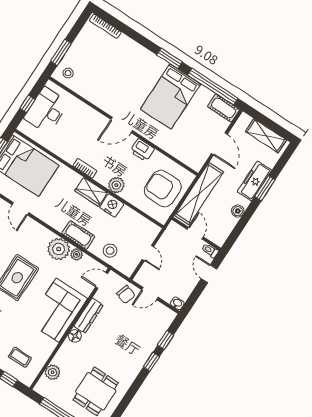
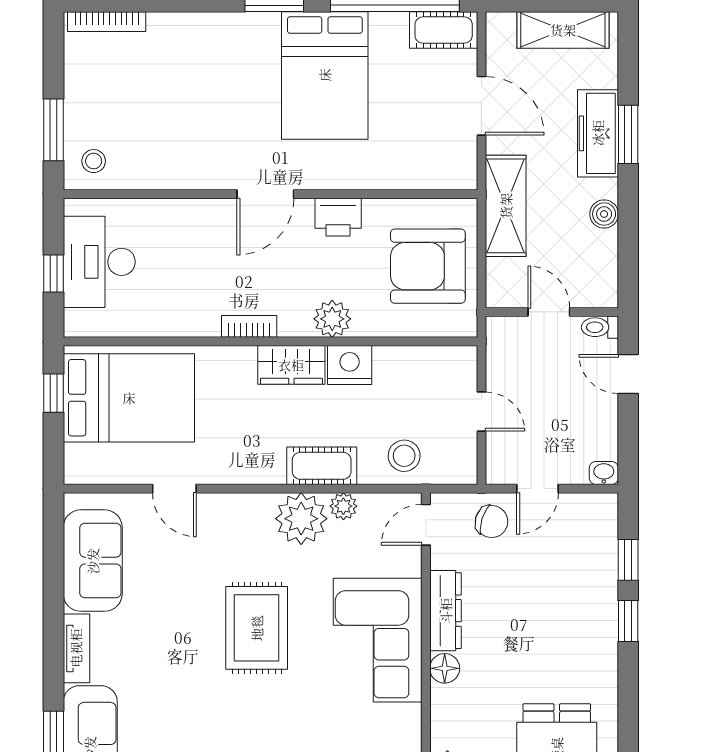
shelving: (199, 194) -> (506, 206), width x0.68

